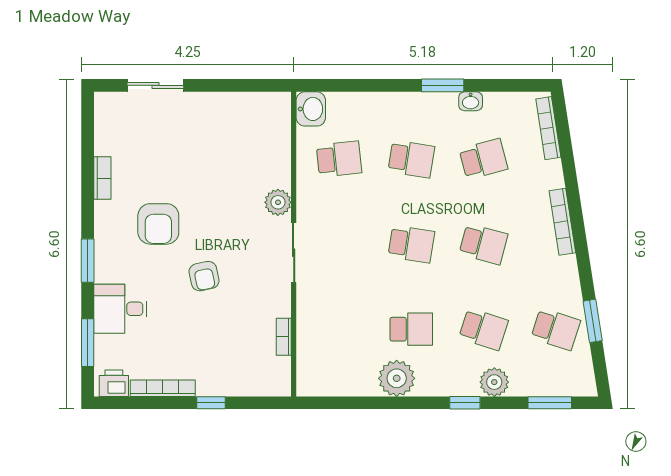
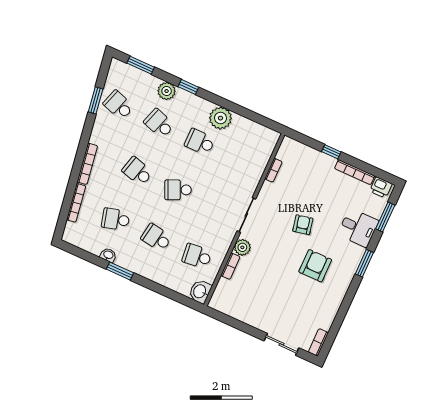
bookcase: (548, 128) -> (76, 203), moved
bookcase: (283, 167) -> (230, 266), added
bookcase: (102, 178) -> (318, 342), moved
school desk: (411, 244) -> (178, 190), turned -33

